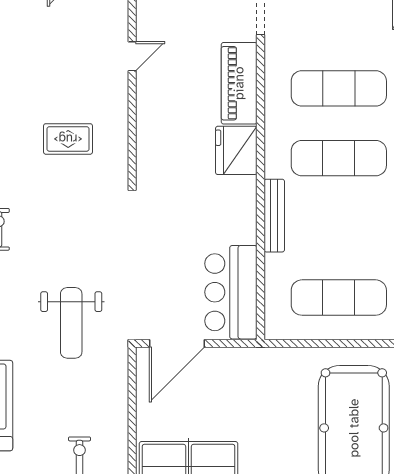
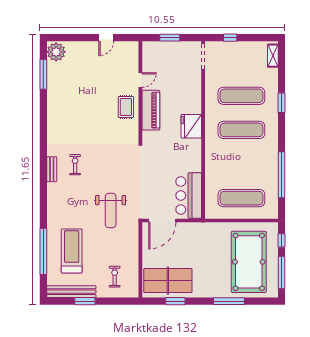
piano: (239, 83) -> (151, 110), moved, turned 180
rug: (68, 139) -> (126, 107), moved, turned 90
bench: (274, 216) -> (210, 158), removed

